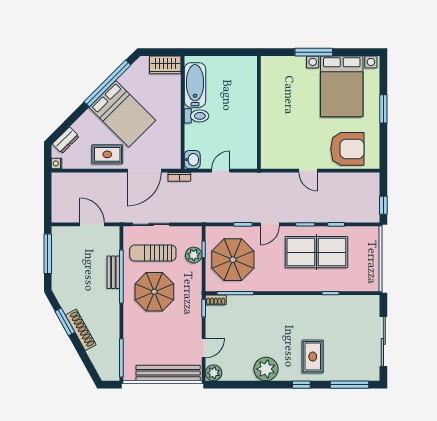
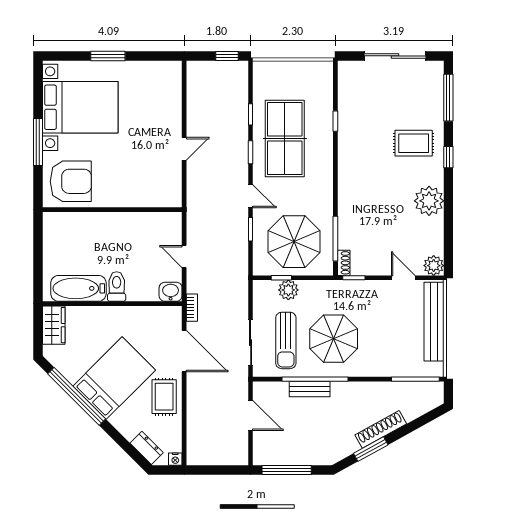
armchair: (347, 149) -> (71, 181), moved, turned 90
door: (92, 224) -> (251, 415), swing flipped

